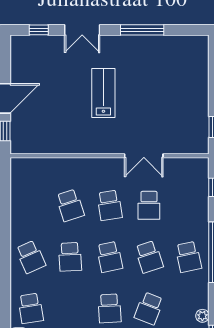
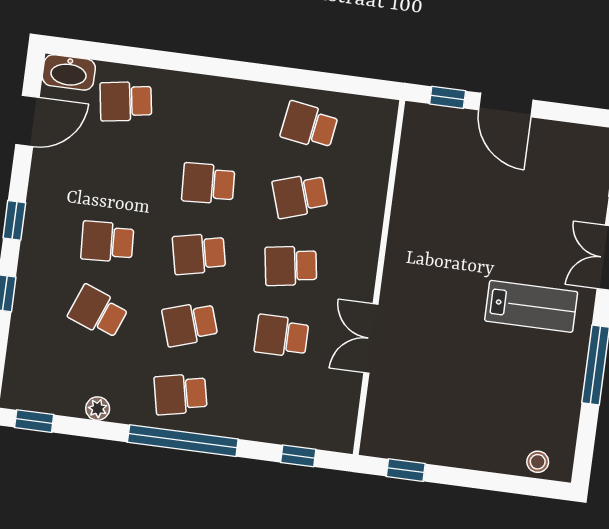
stool: (200, 55) -> (538, 462), added
lab bench: (103, 93) -> (531, 306), moved
school desk: (31, 257) -> (309, 125), moved, turned 33
plant: (202, 316) -> (98, 409), moved

